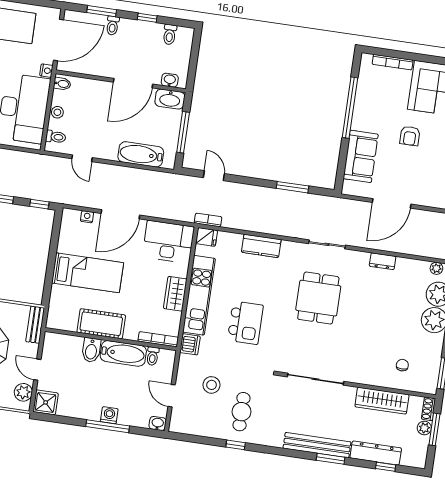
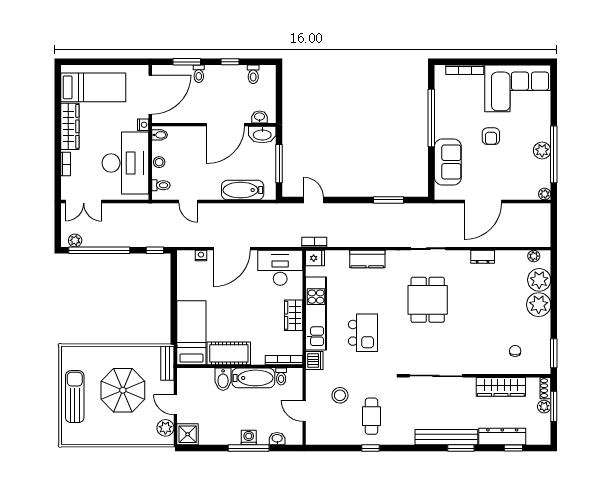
bed: (88, 273) -> (191, 333), moved, turned -90
washbasin: (158, 423) -> (277, 439), moved

